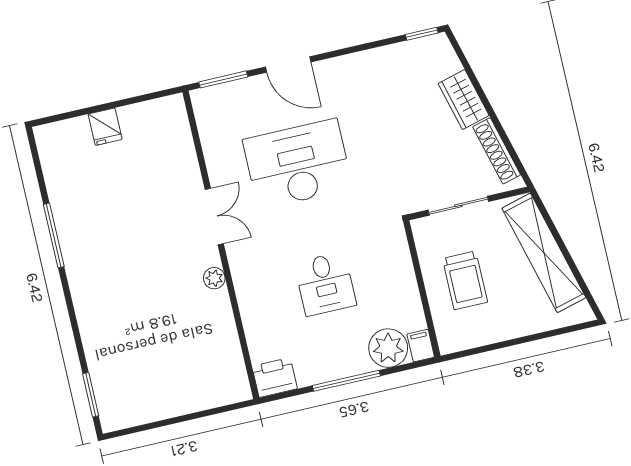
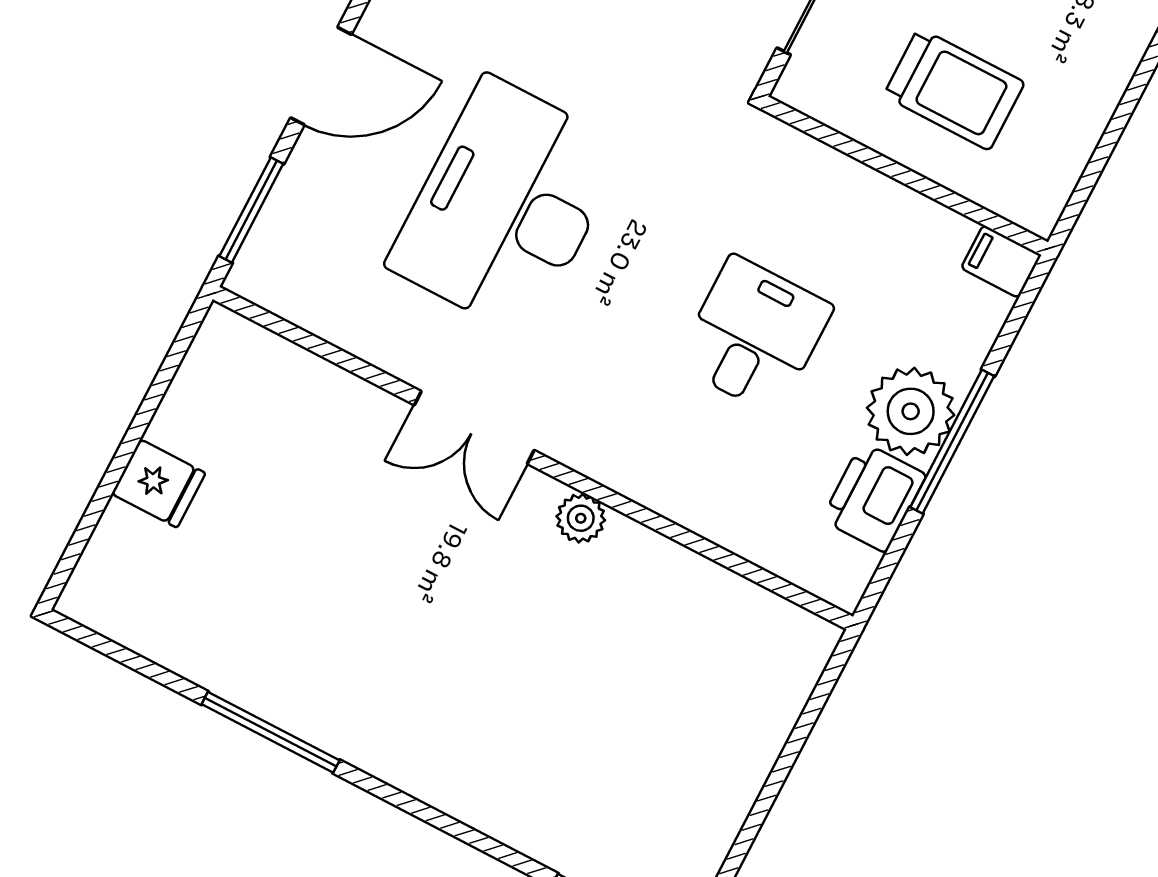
double door: (214, 216) -> (474, 428), swing flipped
desk: (325, 284) -> (754, 335), turned -90
plant: (388, 348) -> (911, 411), moved
printer: (275, 377) -> (874, 497), moved

